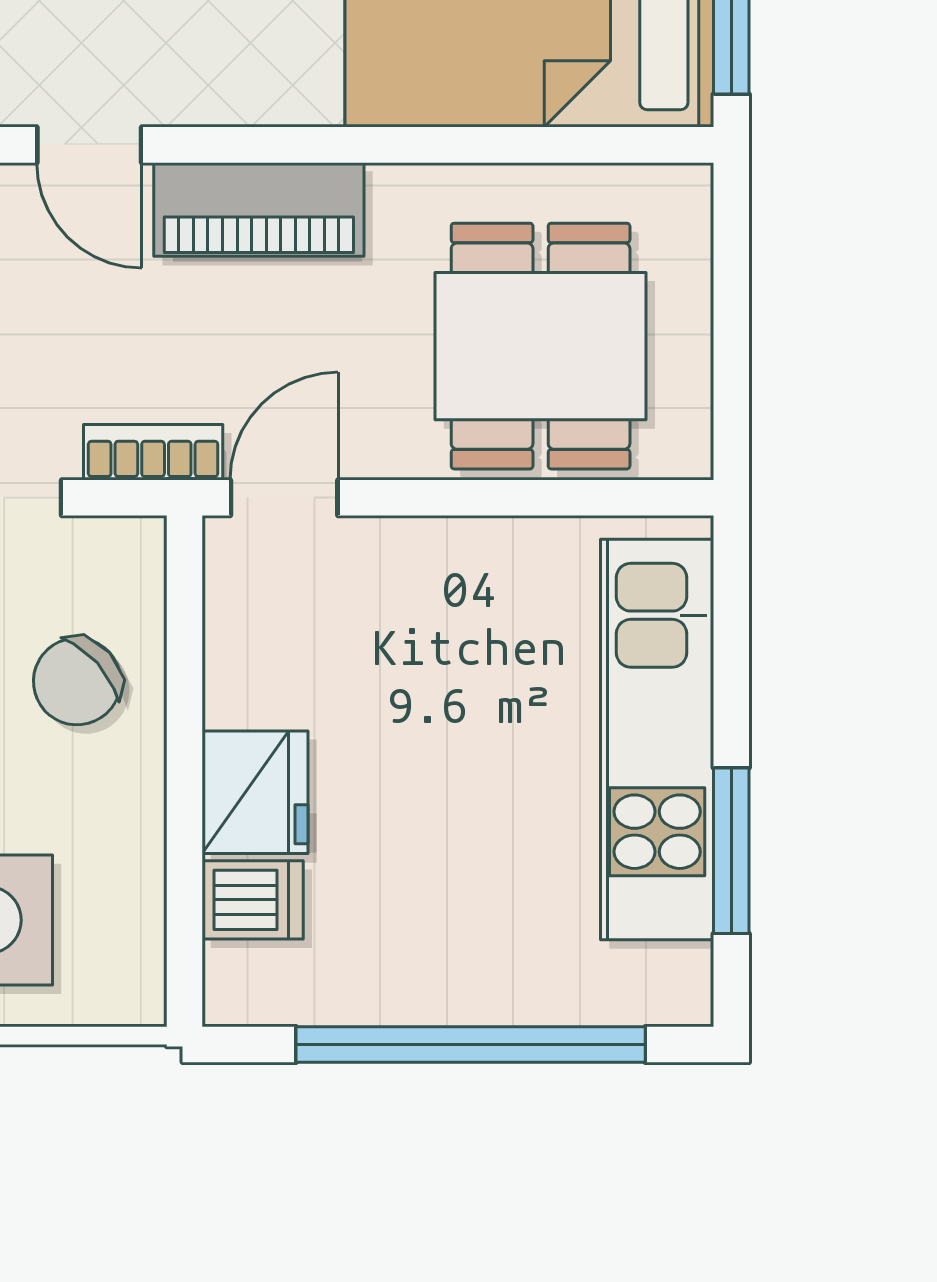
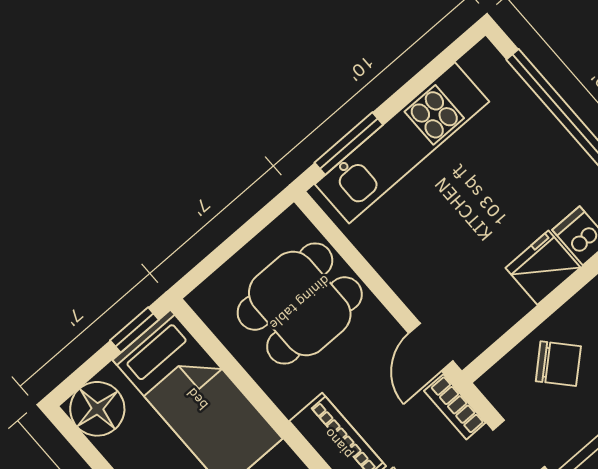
door: (284, 498) -> (431, 347), hinge flipped
window: (731, 851) -> (349, 144), moved

